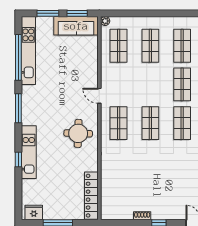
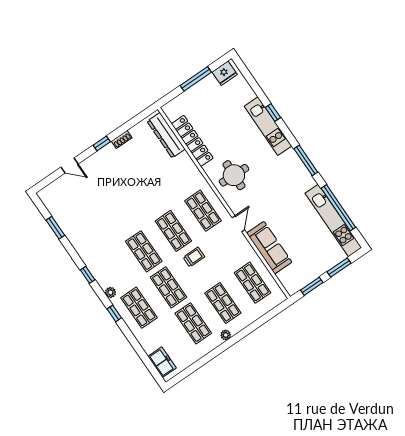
plant: (105, 21) -> (226, 335), moved
sofa: (76, 26) -> (269, 248), moved, turned 90
trolley: (148, 94) -> (194, 257), added
door: (99, 96) -> (238, 224), hinge flipped
locker: (91, 196) -> (192, 141), moved
dresser: (108, 197) -> (166, 135), added

